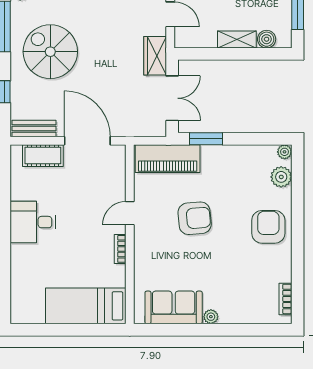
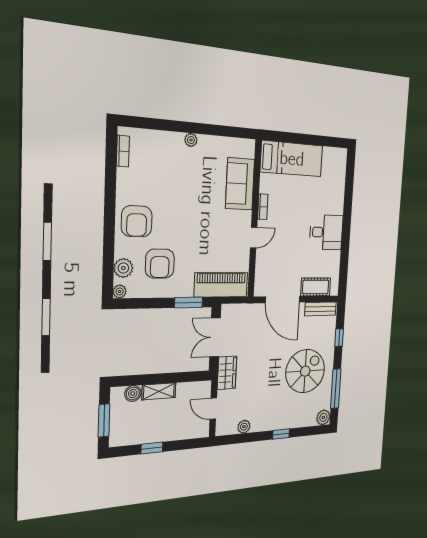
spiral stairs: (50, 52) -> (305, 371), turned -90
armchair: (195, 218) -> (160, 264), moved, turned -85
sofa: (174, 307) -> (240, 184), moved, turned 90

